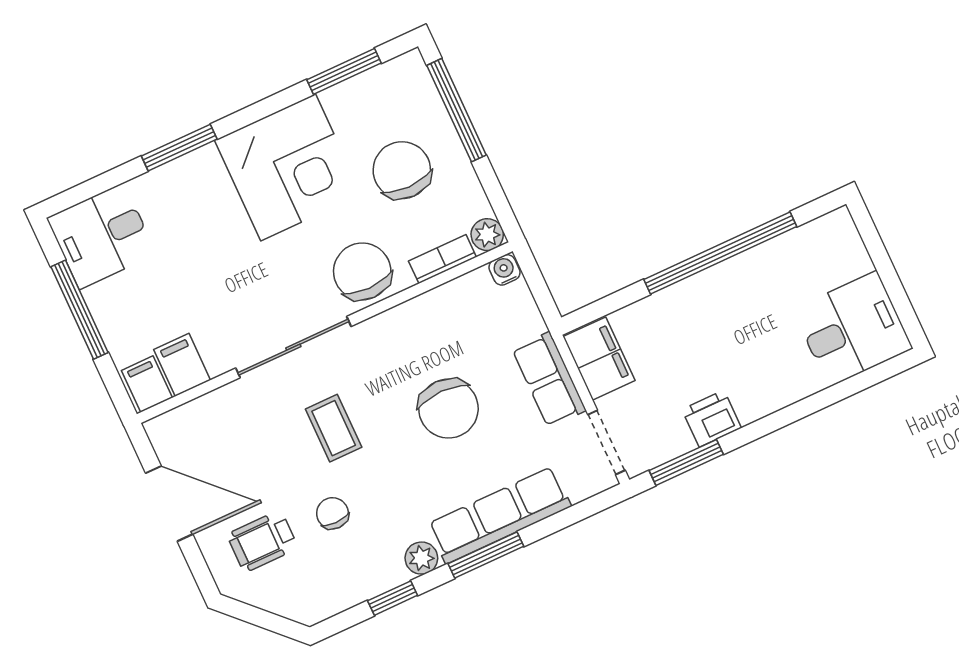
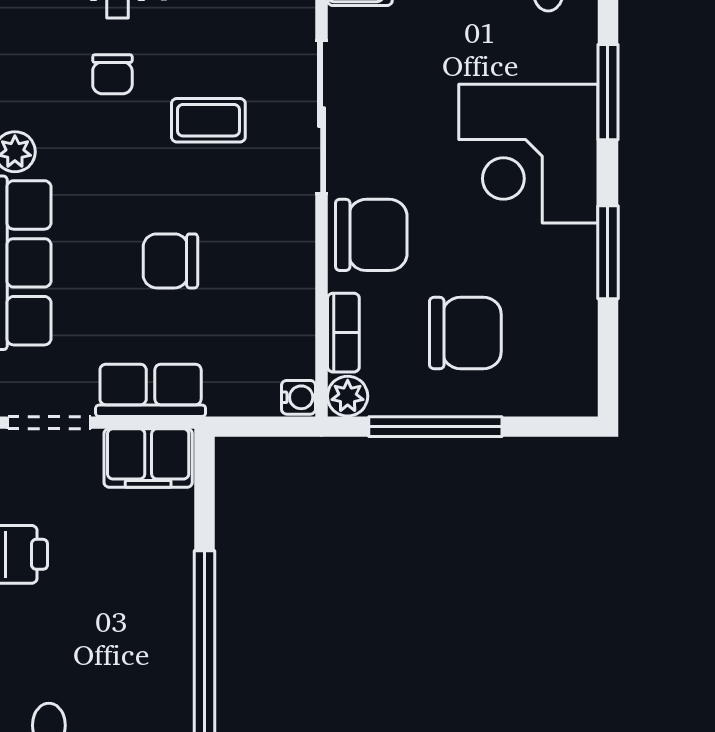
window: (344, 71) -> (608, 252), moved
window: (457, 110) -> (435, 427), moved
corner desk: (288, 167) -> (528, 154), moved
chair: (448, 409) -> (170, 261), width x0.73, depth x0.73
chair: (332, 513) -> (112, 74), turned 90

